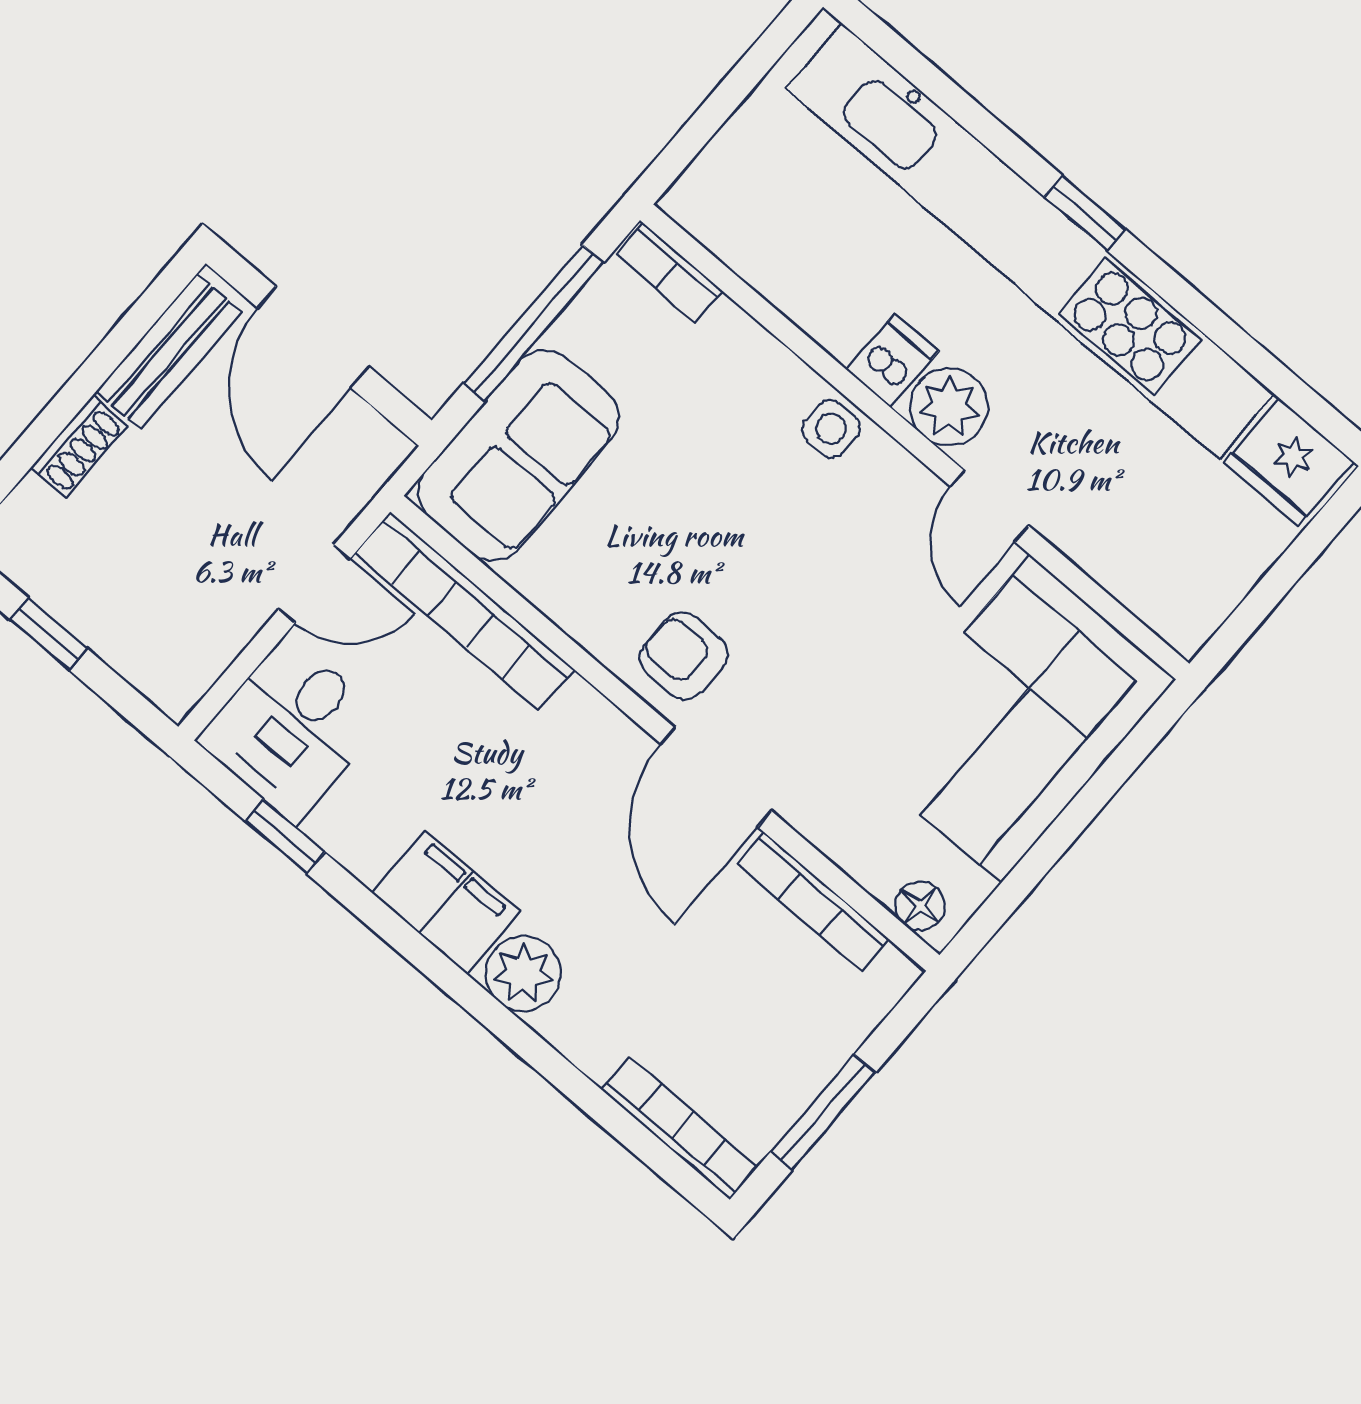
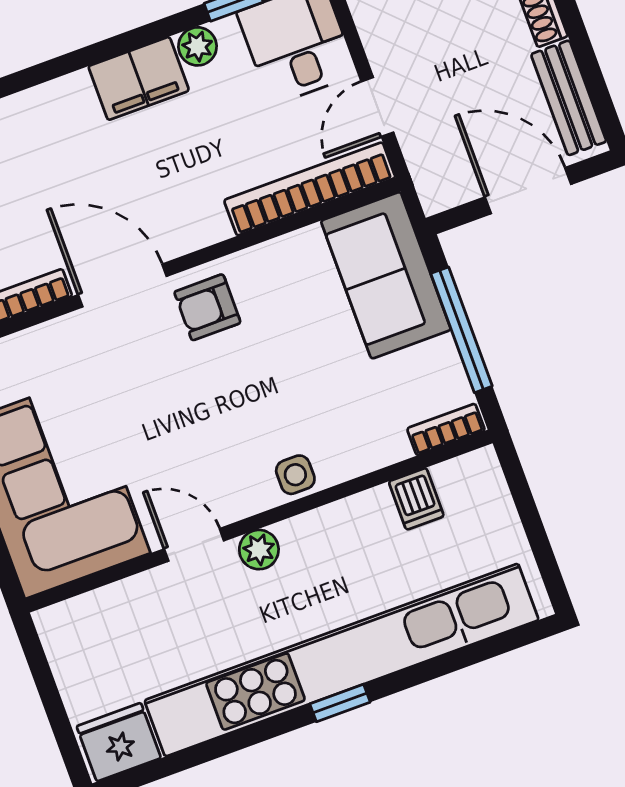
dishwasher: (893, 360) -> (416, 499), moved
plant: (949, 407) -> (259, 550), width x0.73, depth x0.73
armchair: (684, 656) -> (207, 307), turned 180
plant: (523, 973) -> (197, 46), moved, width x0.73, depth x0.73

